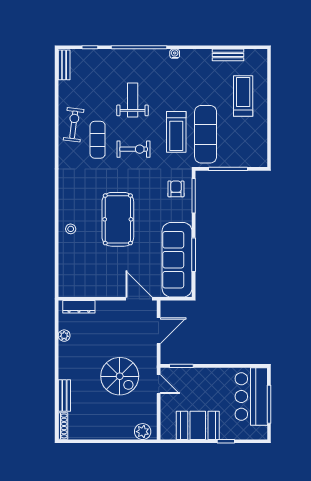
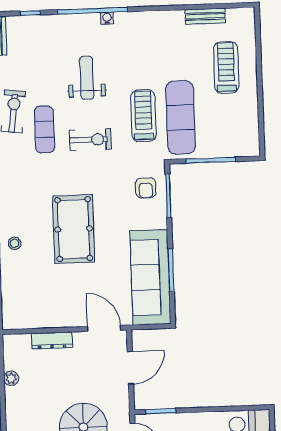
water cooler: (175, 54) -> (107, 18), moved
treadmill: (176, 132) -> (143, 116), turned 180
armchair: (176, 189) -> (146, 188), turned 180
dresser: (79, 307) -> (52, 340), moved

